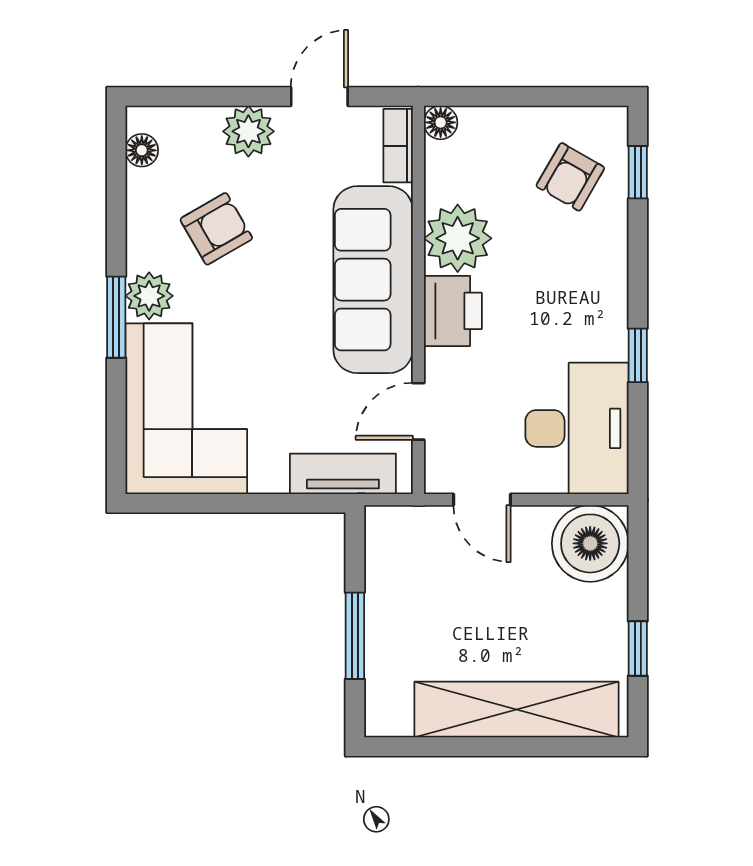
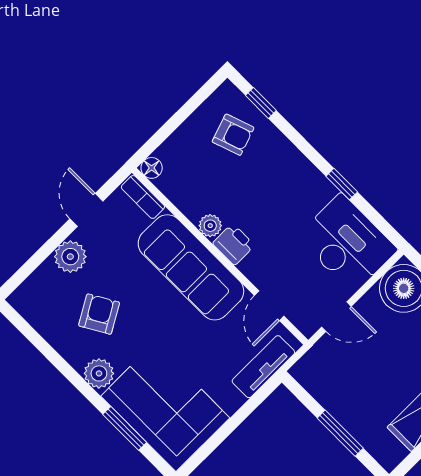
floor lamp: (142, 150) -> (31, 312), removed
armchair: (570, 177) -> (233, 135), turned -49
plant: (458, 238) -> (210, 226), width x0.53, depth x0.53
printer: (453, 311) -> (234, 244), width x0.73, depth x0.81
window: (116, 317) -> (125, 428), moved

